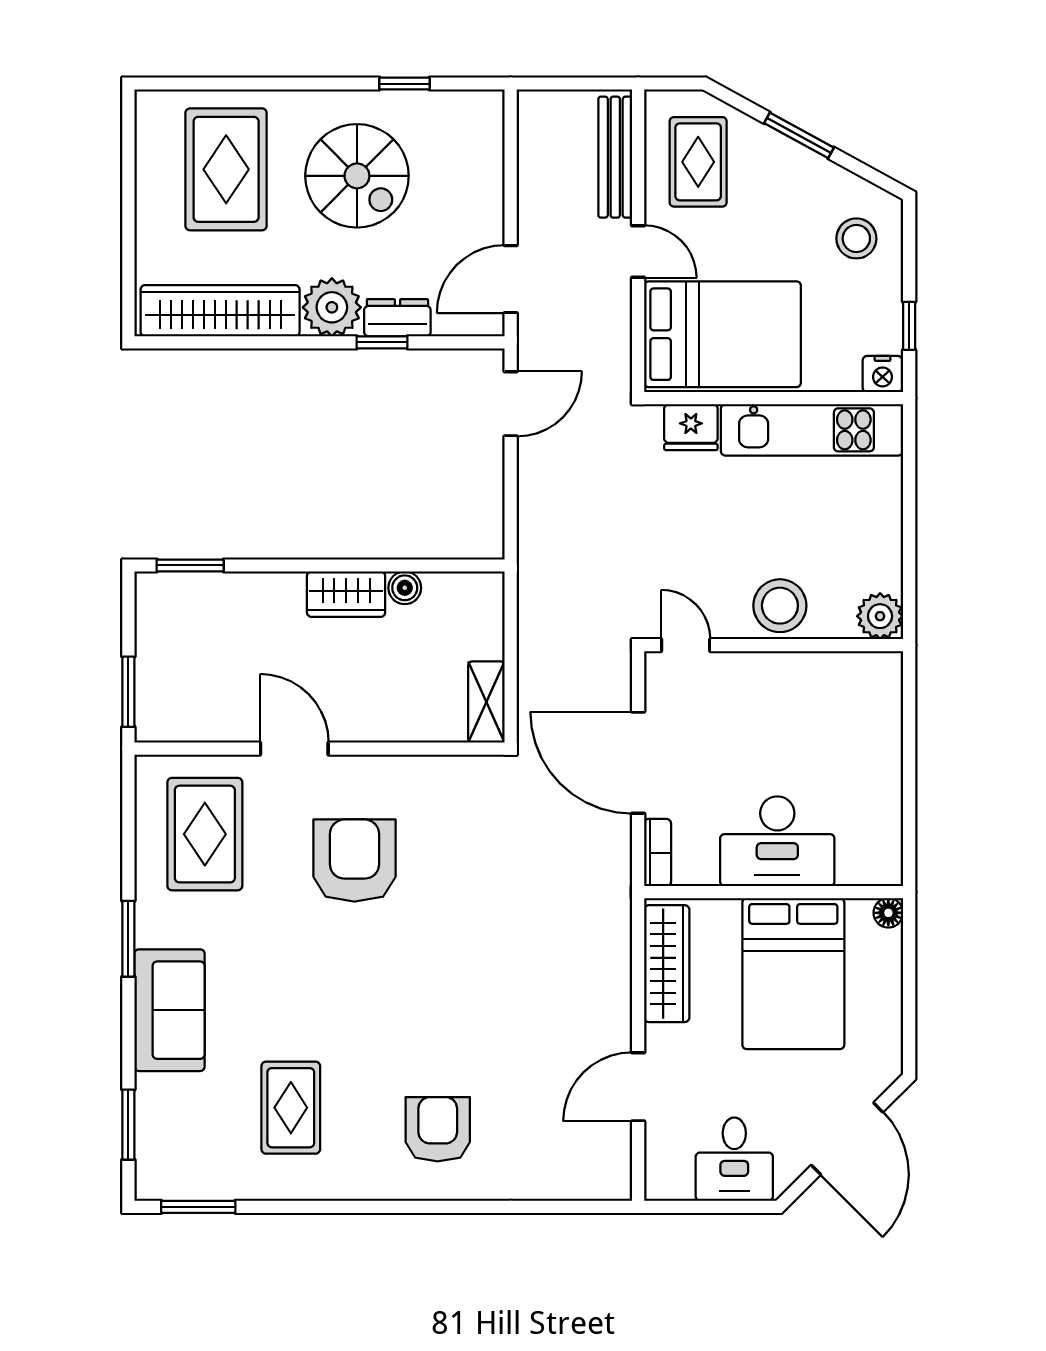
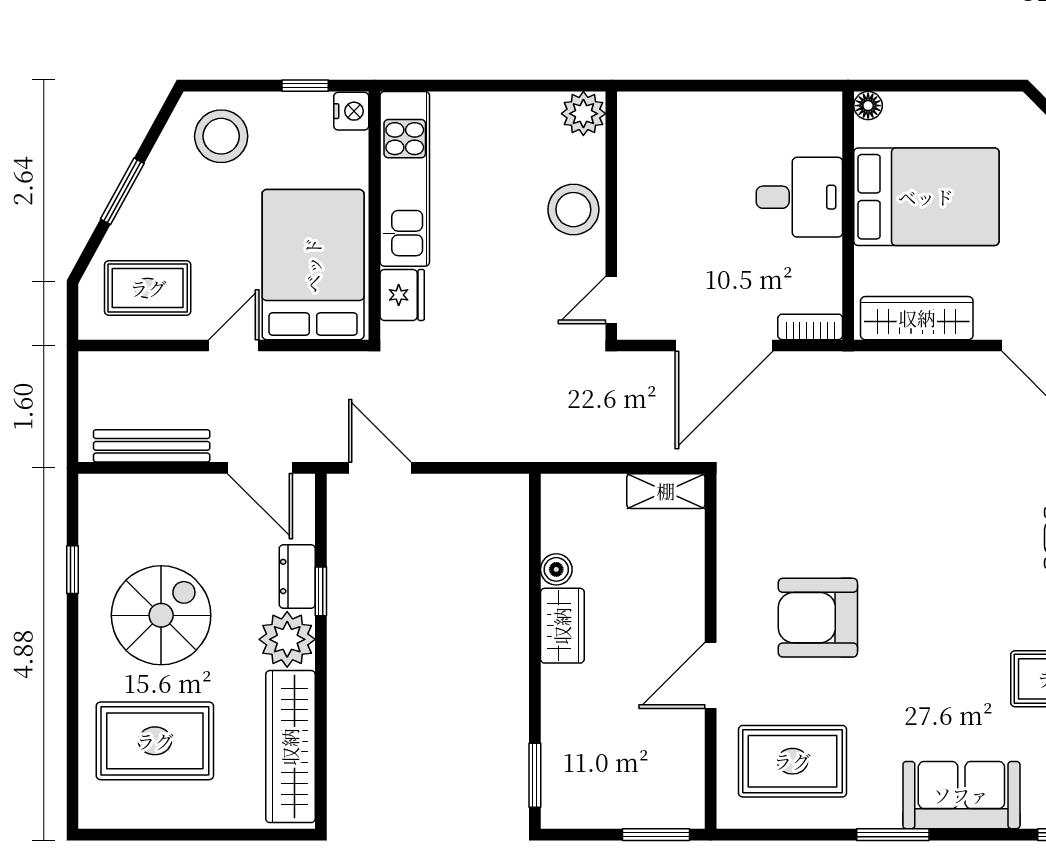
bench: (615, 157) -> (152, 446), moved
stool: (856, 238) -> (221, 136), width x1.38, depth x1.38
desk: (777, 841) -> (799, 197), width x0.73

